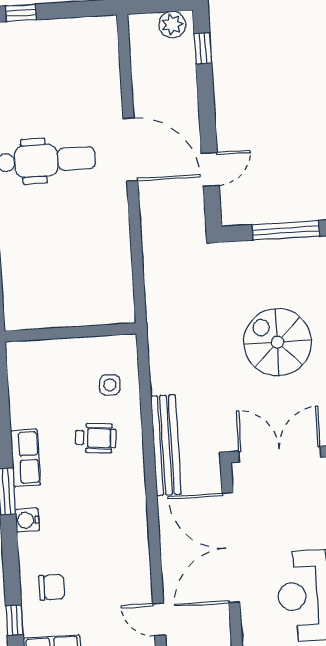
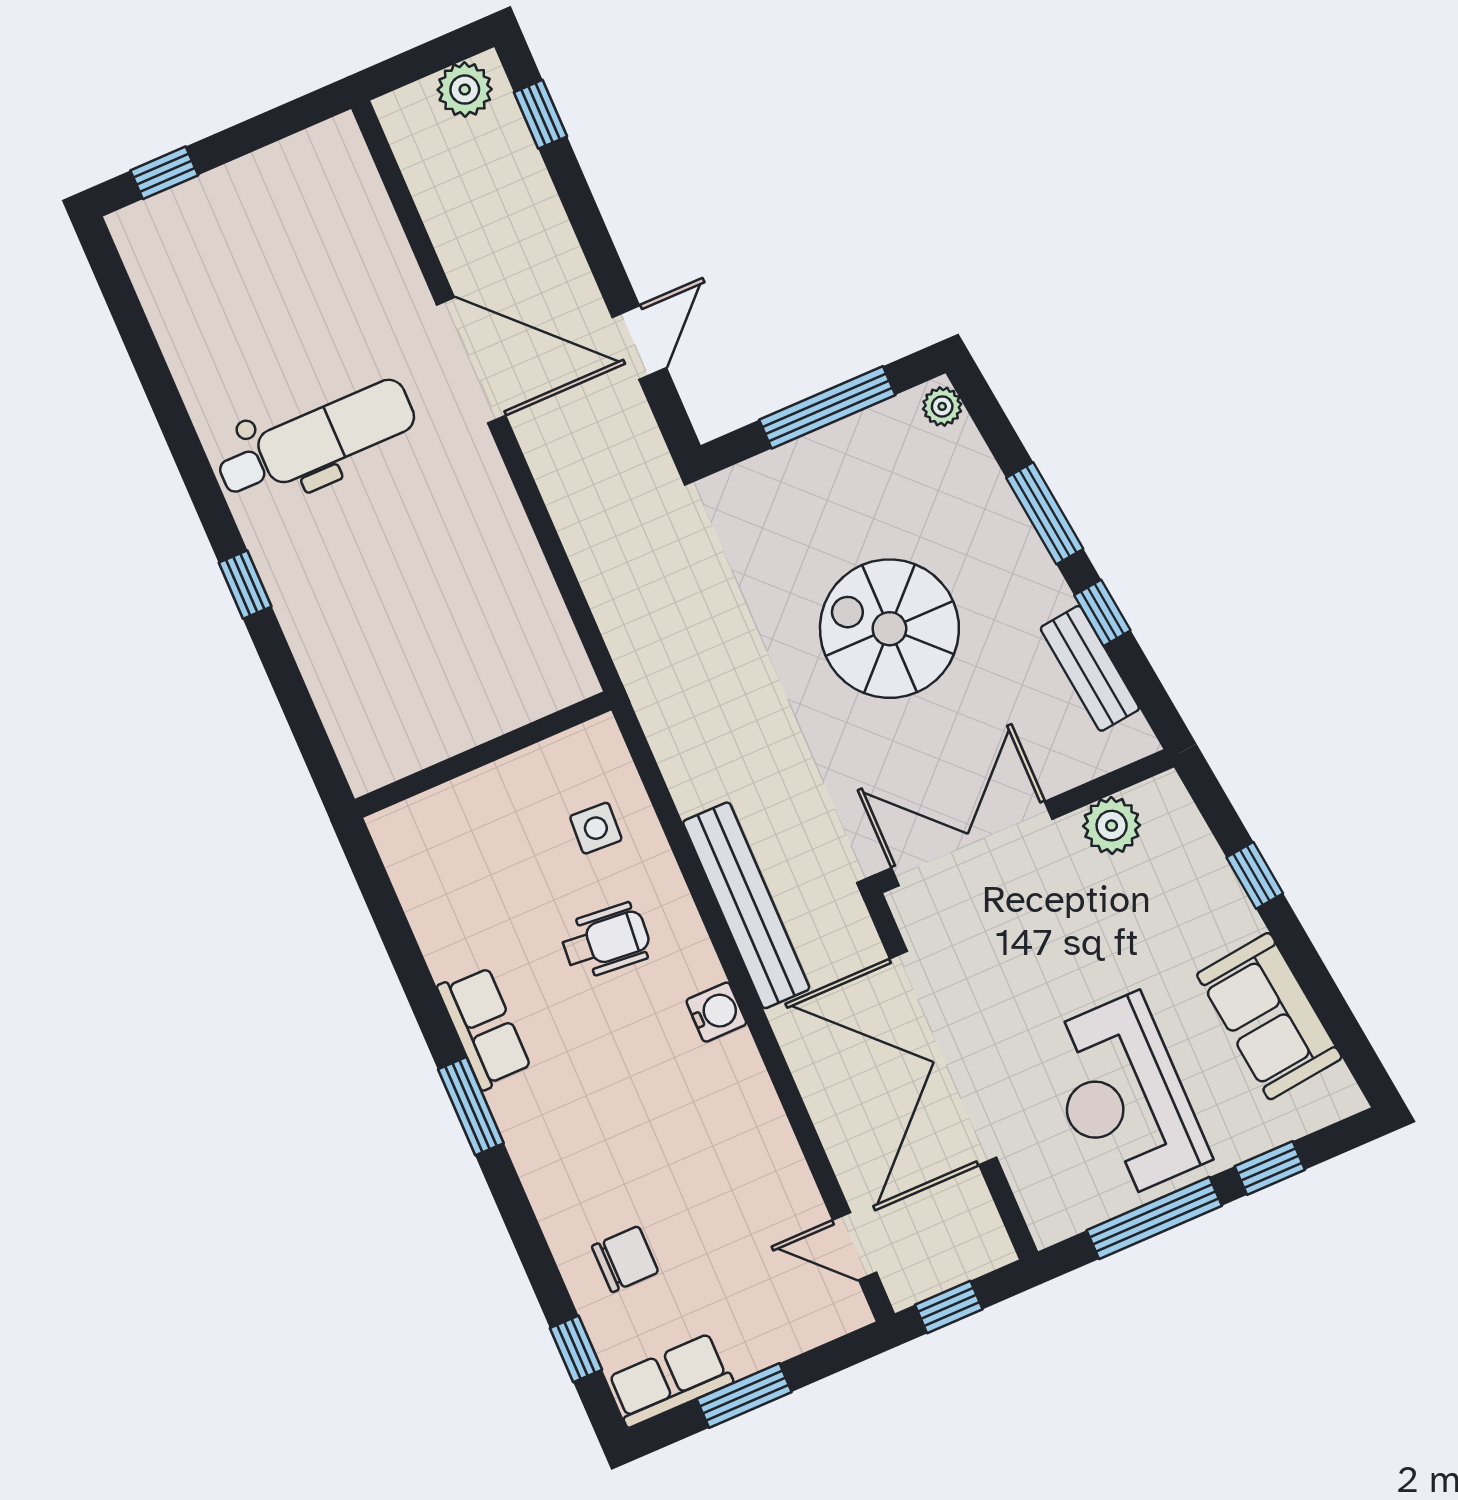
water cooler: (27, 520) -> (716, 1012), moved, turned 180

